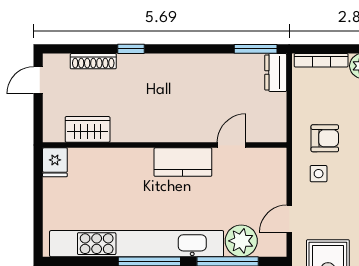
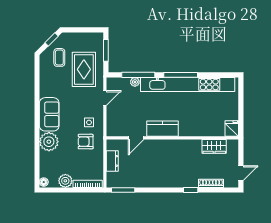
dresser: (276, 73) -> (112, 161), moved
plant: (241, 241) -> (135, 82), width x0.53, depth x0.53

